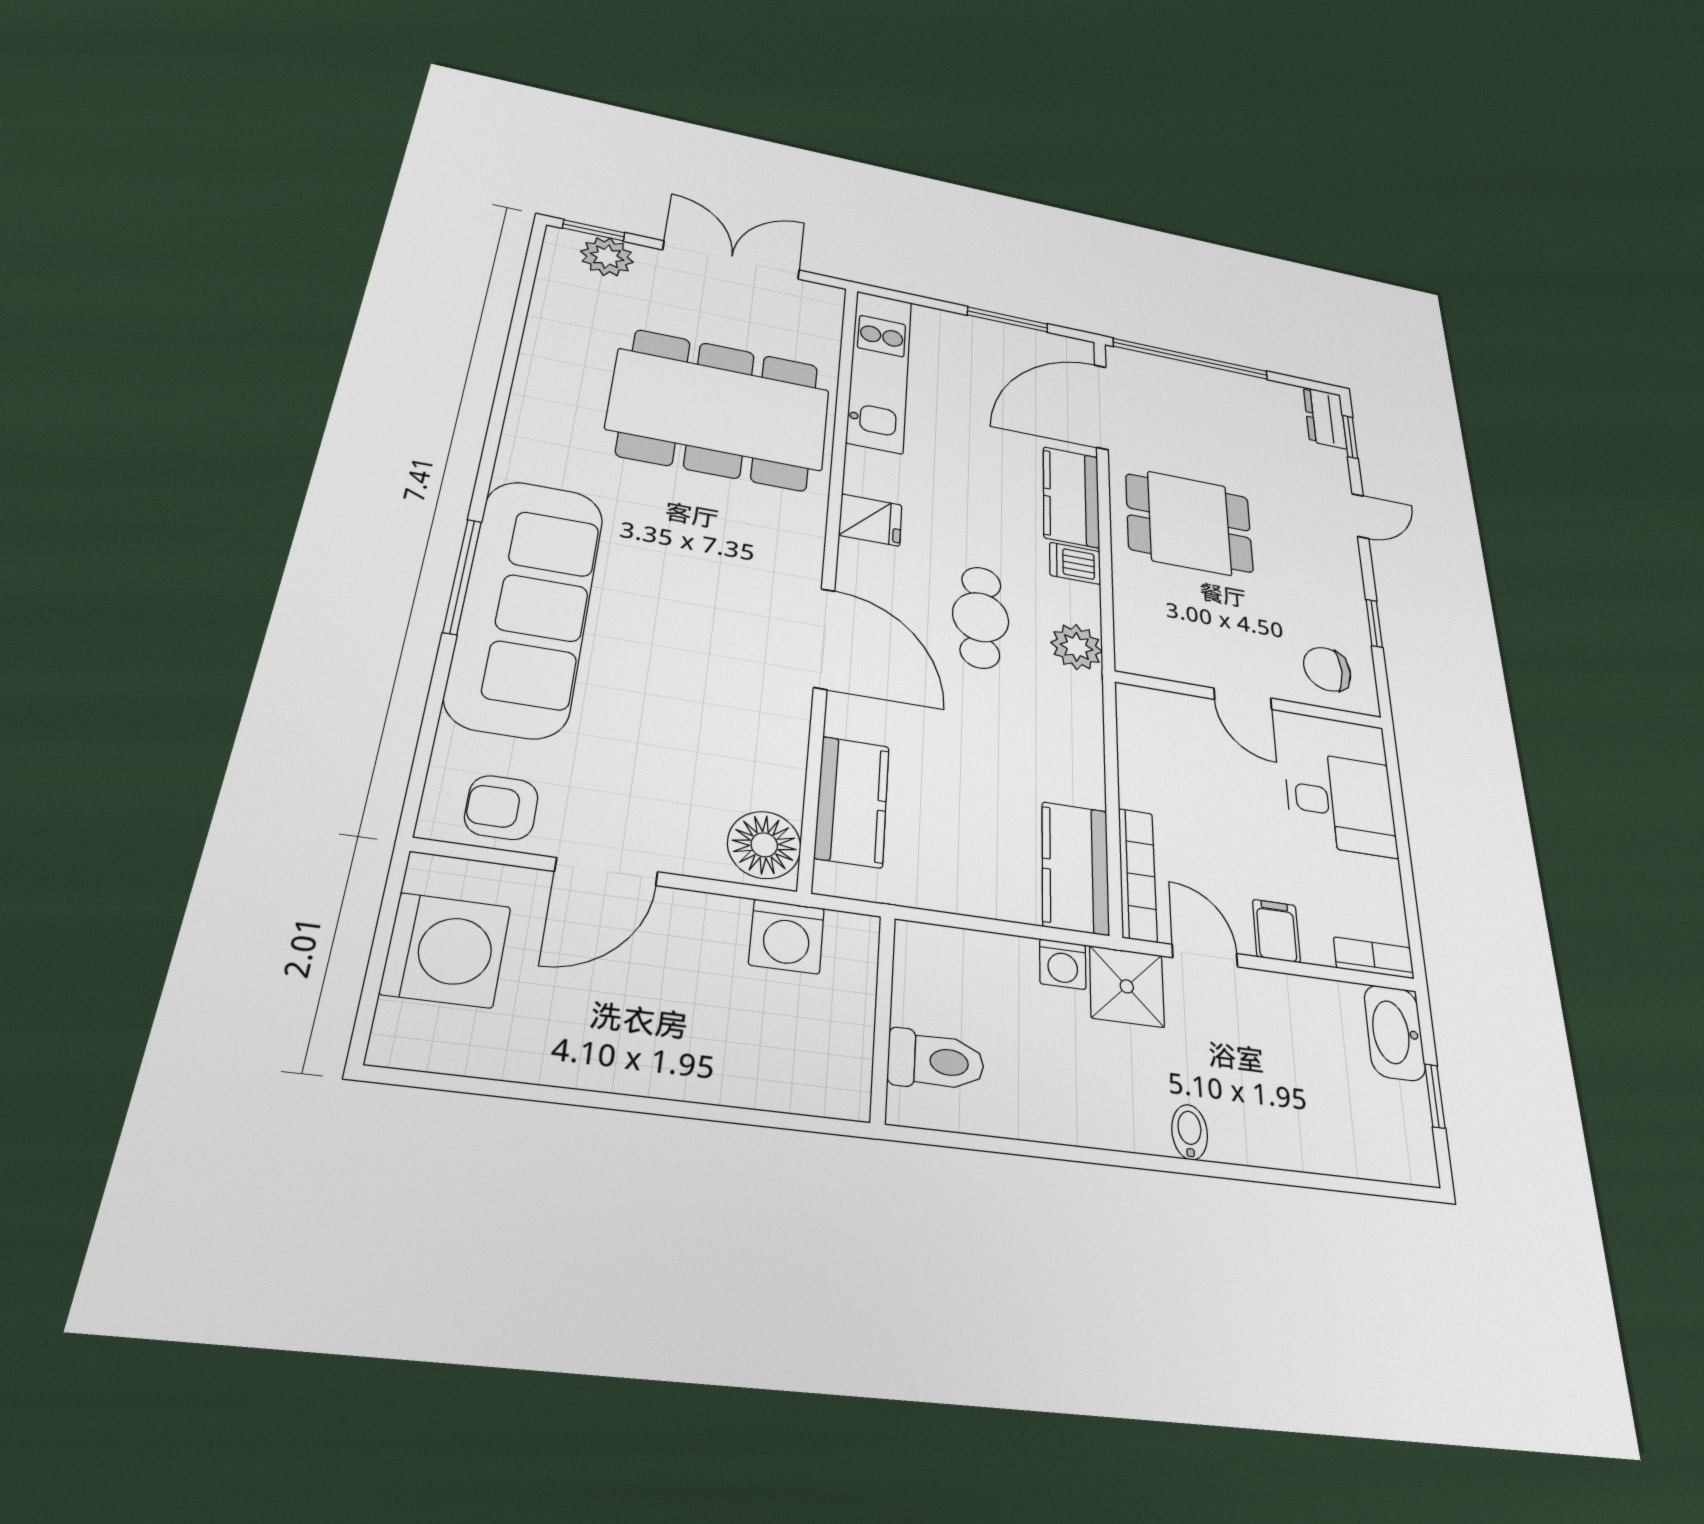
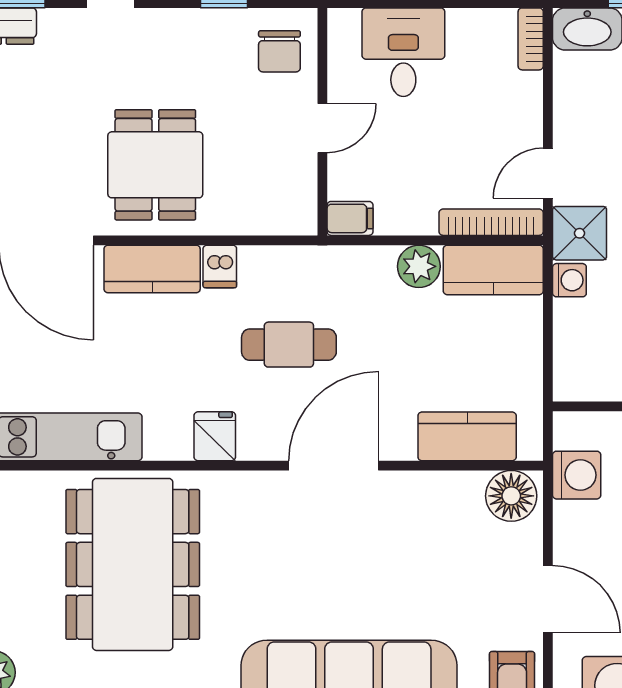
plant: (1077, 647) -> (419, 266), moved
filing cabinet: (1276, 931) -> (350, 218), moved, turned 180

